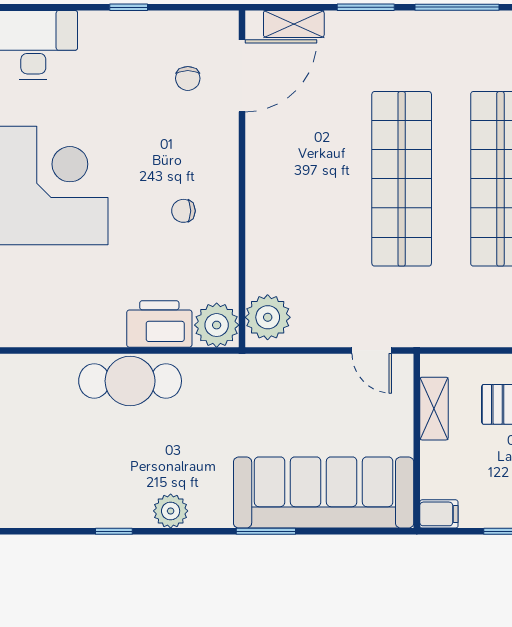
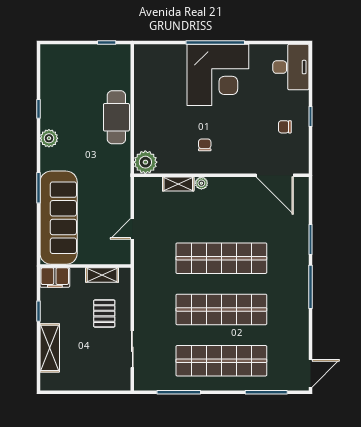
shelving: (294, 24) -> (178, 184), moved, turned 90
chair: (188, 78) -> (285, 127), moved
plant: (268, 317) -> (201, 183), moved, width x0.53, depth x0.53
printer: (159, 324) -> (146, 132), removed
door: (372, 350) -> (132, 229), moved
filing cabinet: (439, 514) -> (55, 277), width x2.00

